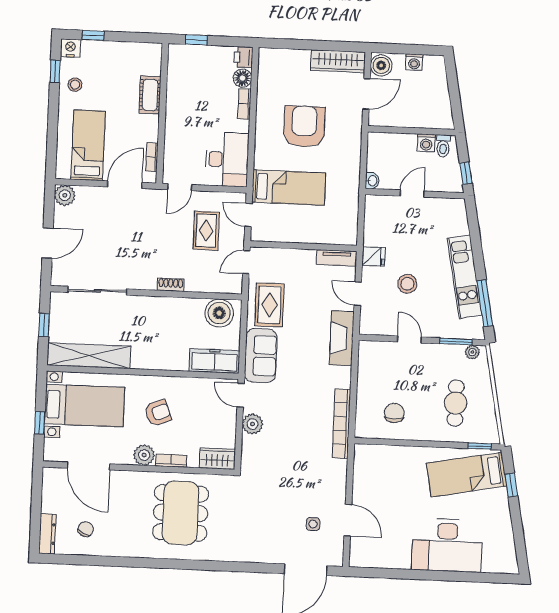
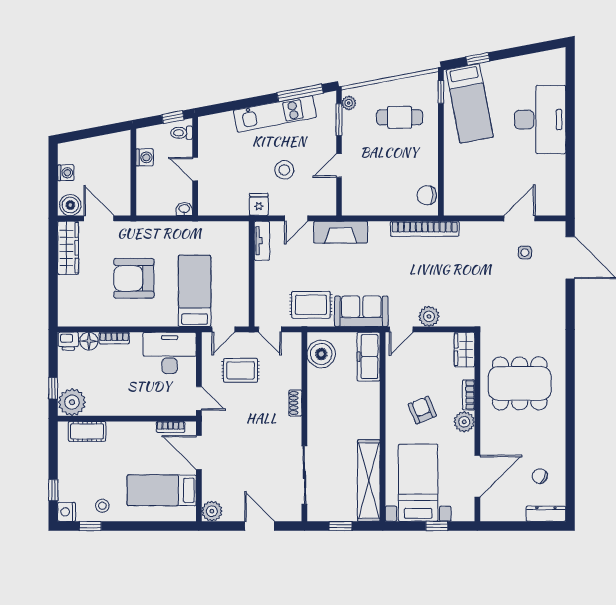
plant: (181, 58) -> (72, 402), added
cot: (150, 95) -> (87, 431), moved
toilet: (443, 146) -> (182, 133), moved, turned 180
chair: (394, 413) -> (427, 195), moved

